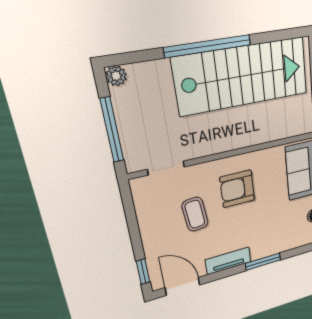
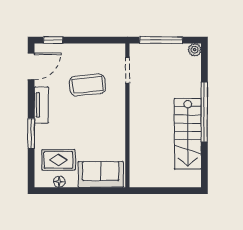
stairs: (242, 76) -> (188, 134), width x0.73, depth x0.66
armchair: (237, 189) -> (99, 120), removed
coffee table: (195, 214) -> (88, 85), width x1.36, depth x1.30
rug: (290, 223) -> (58, 160), added

